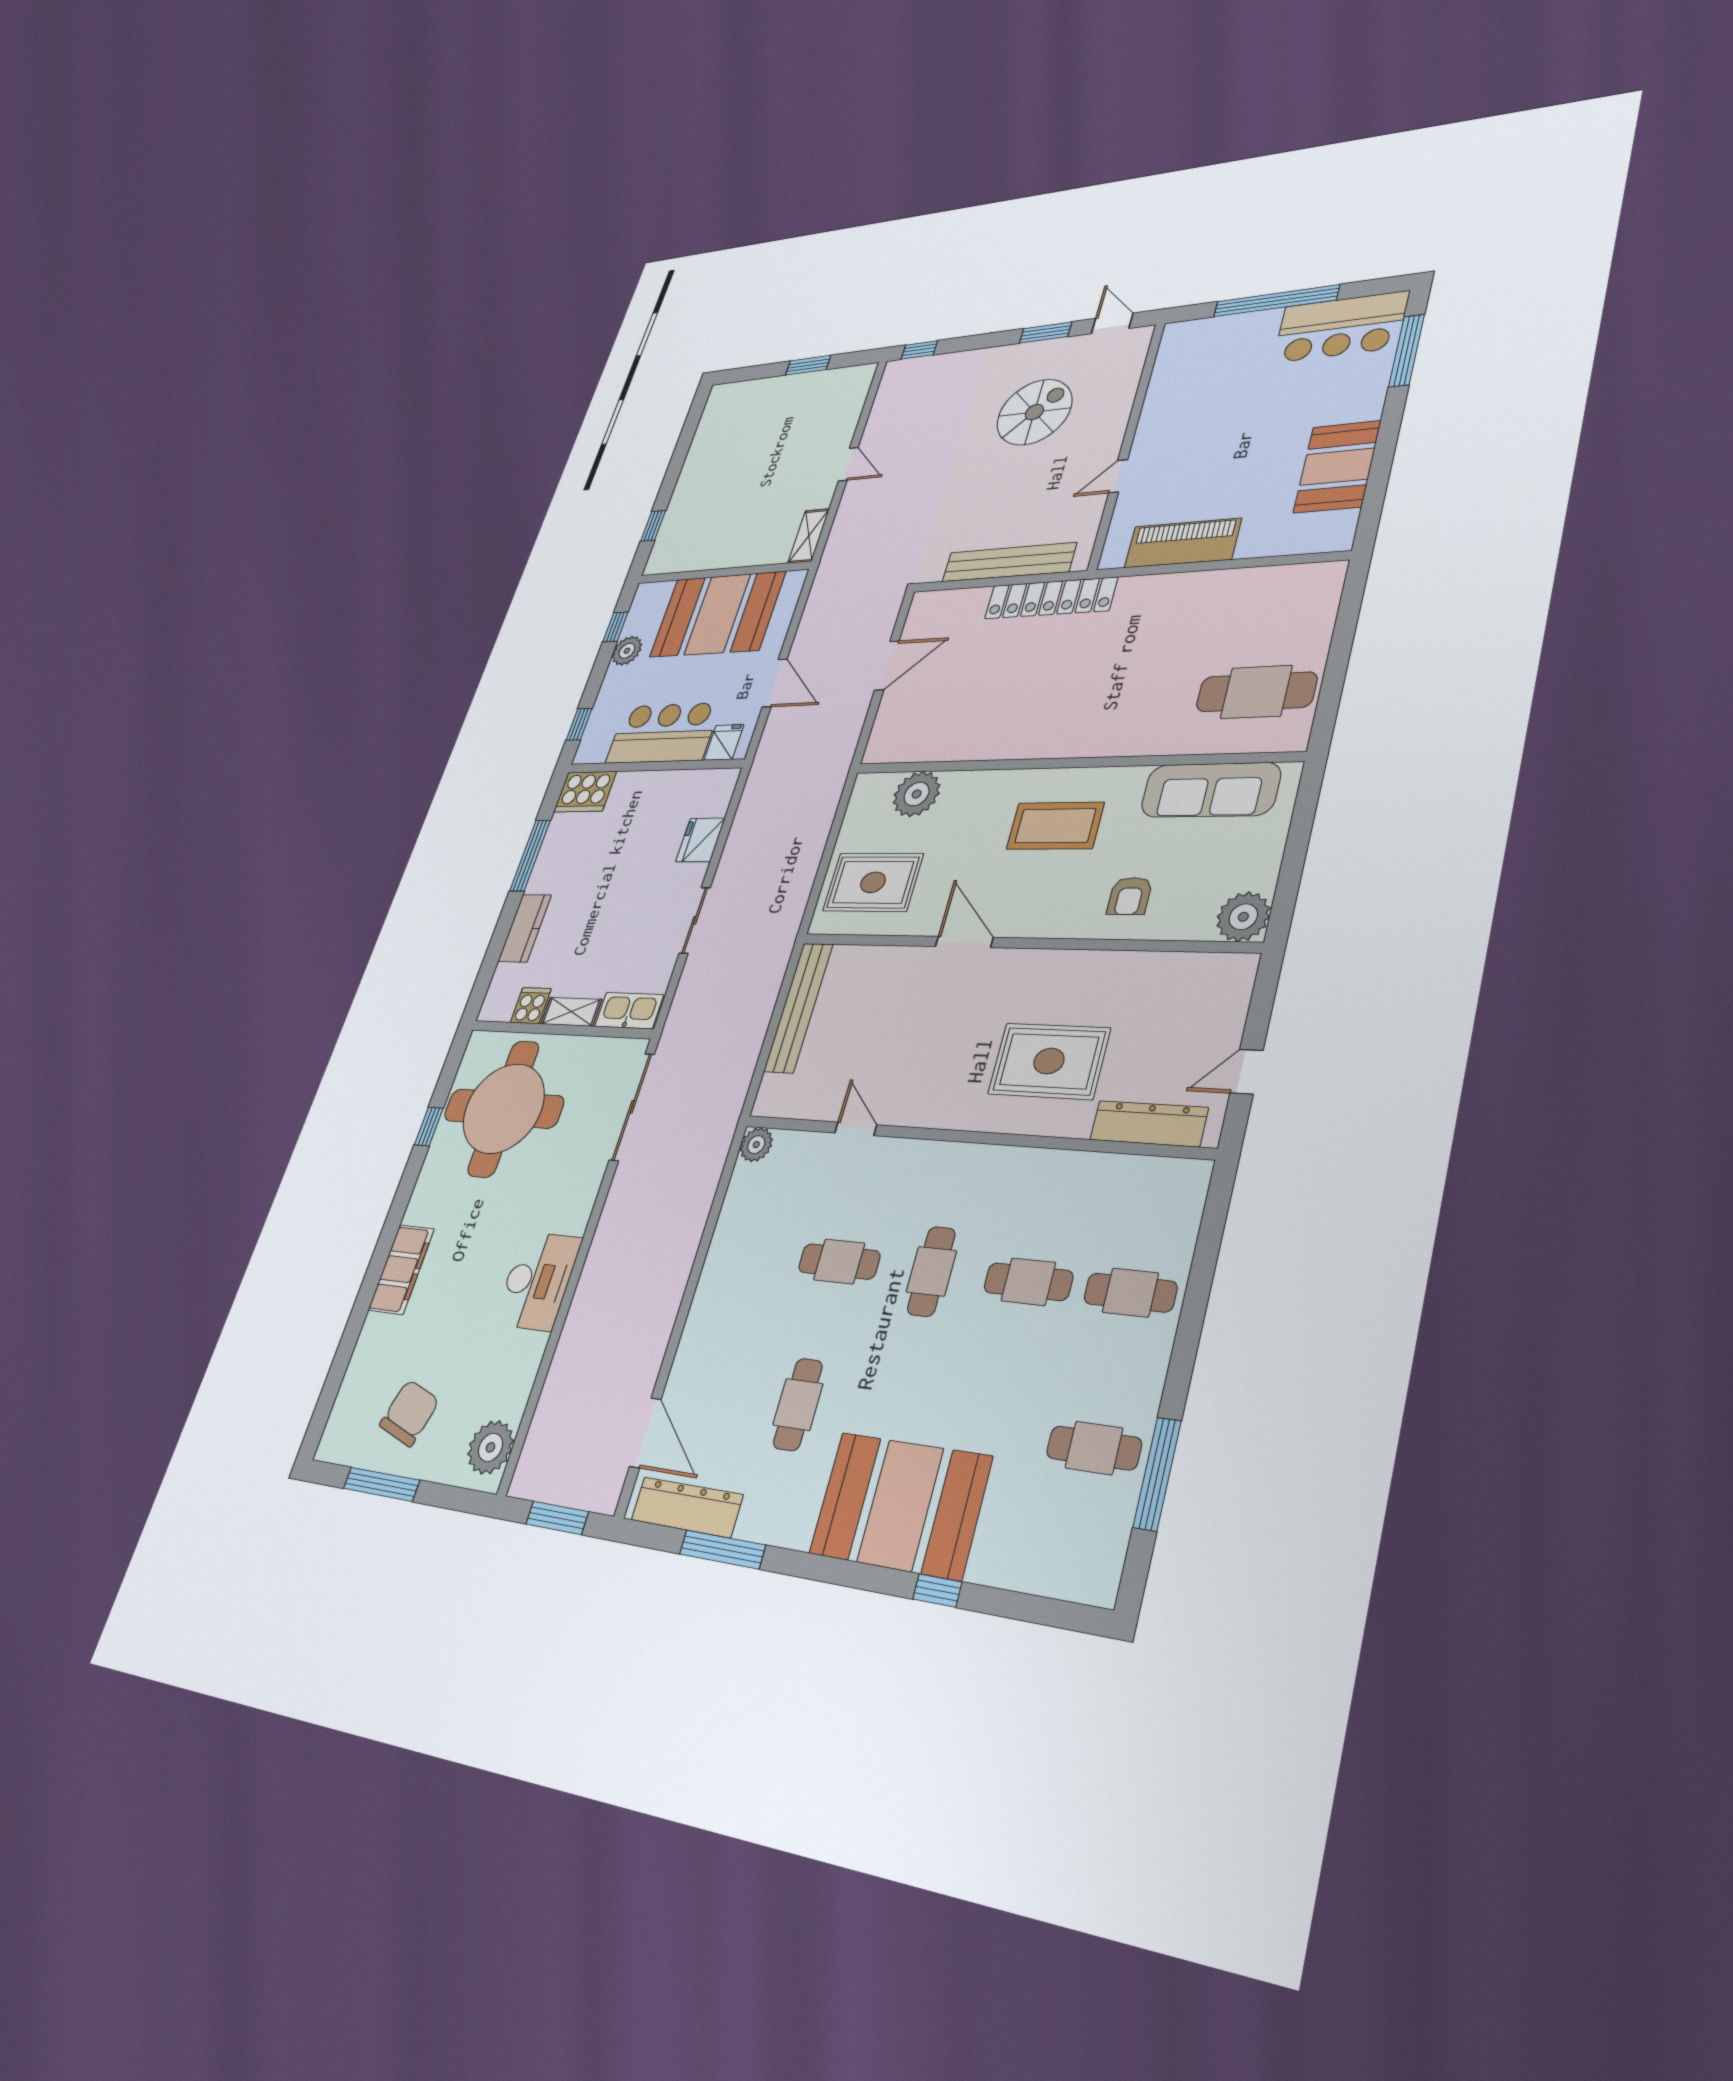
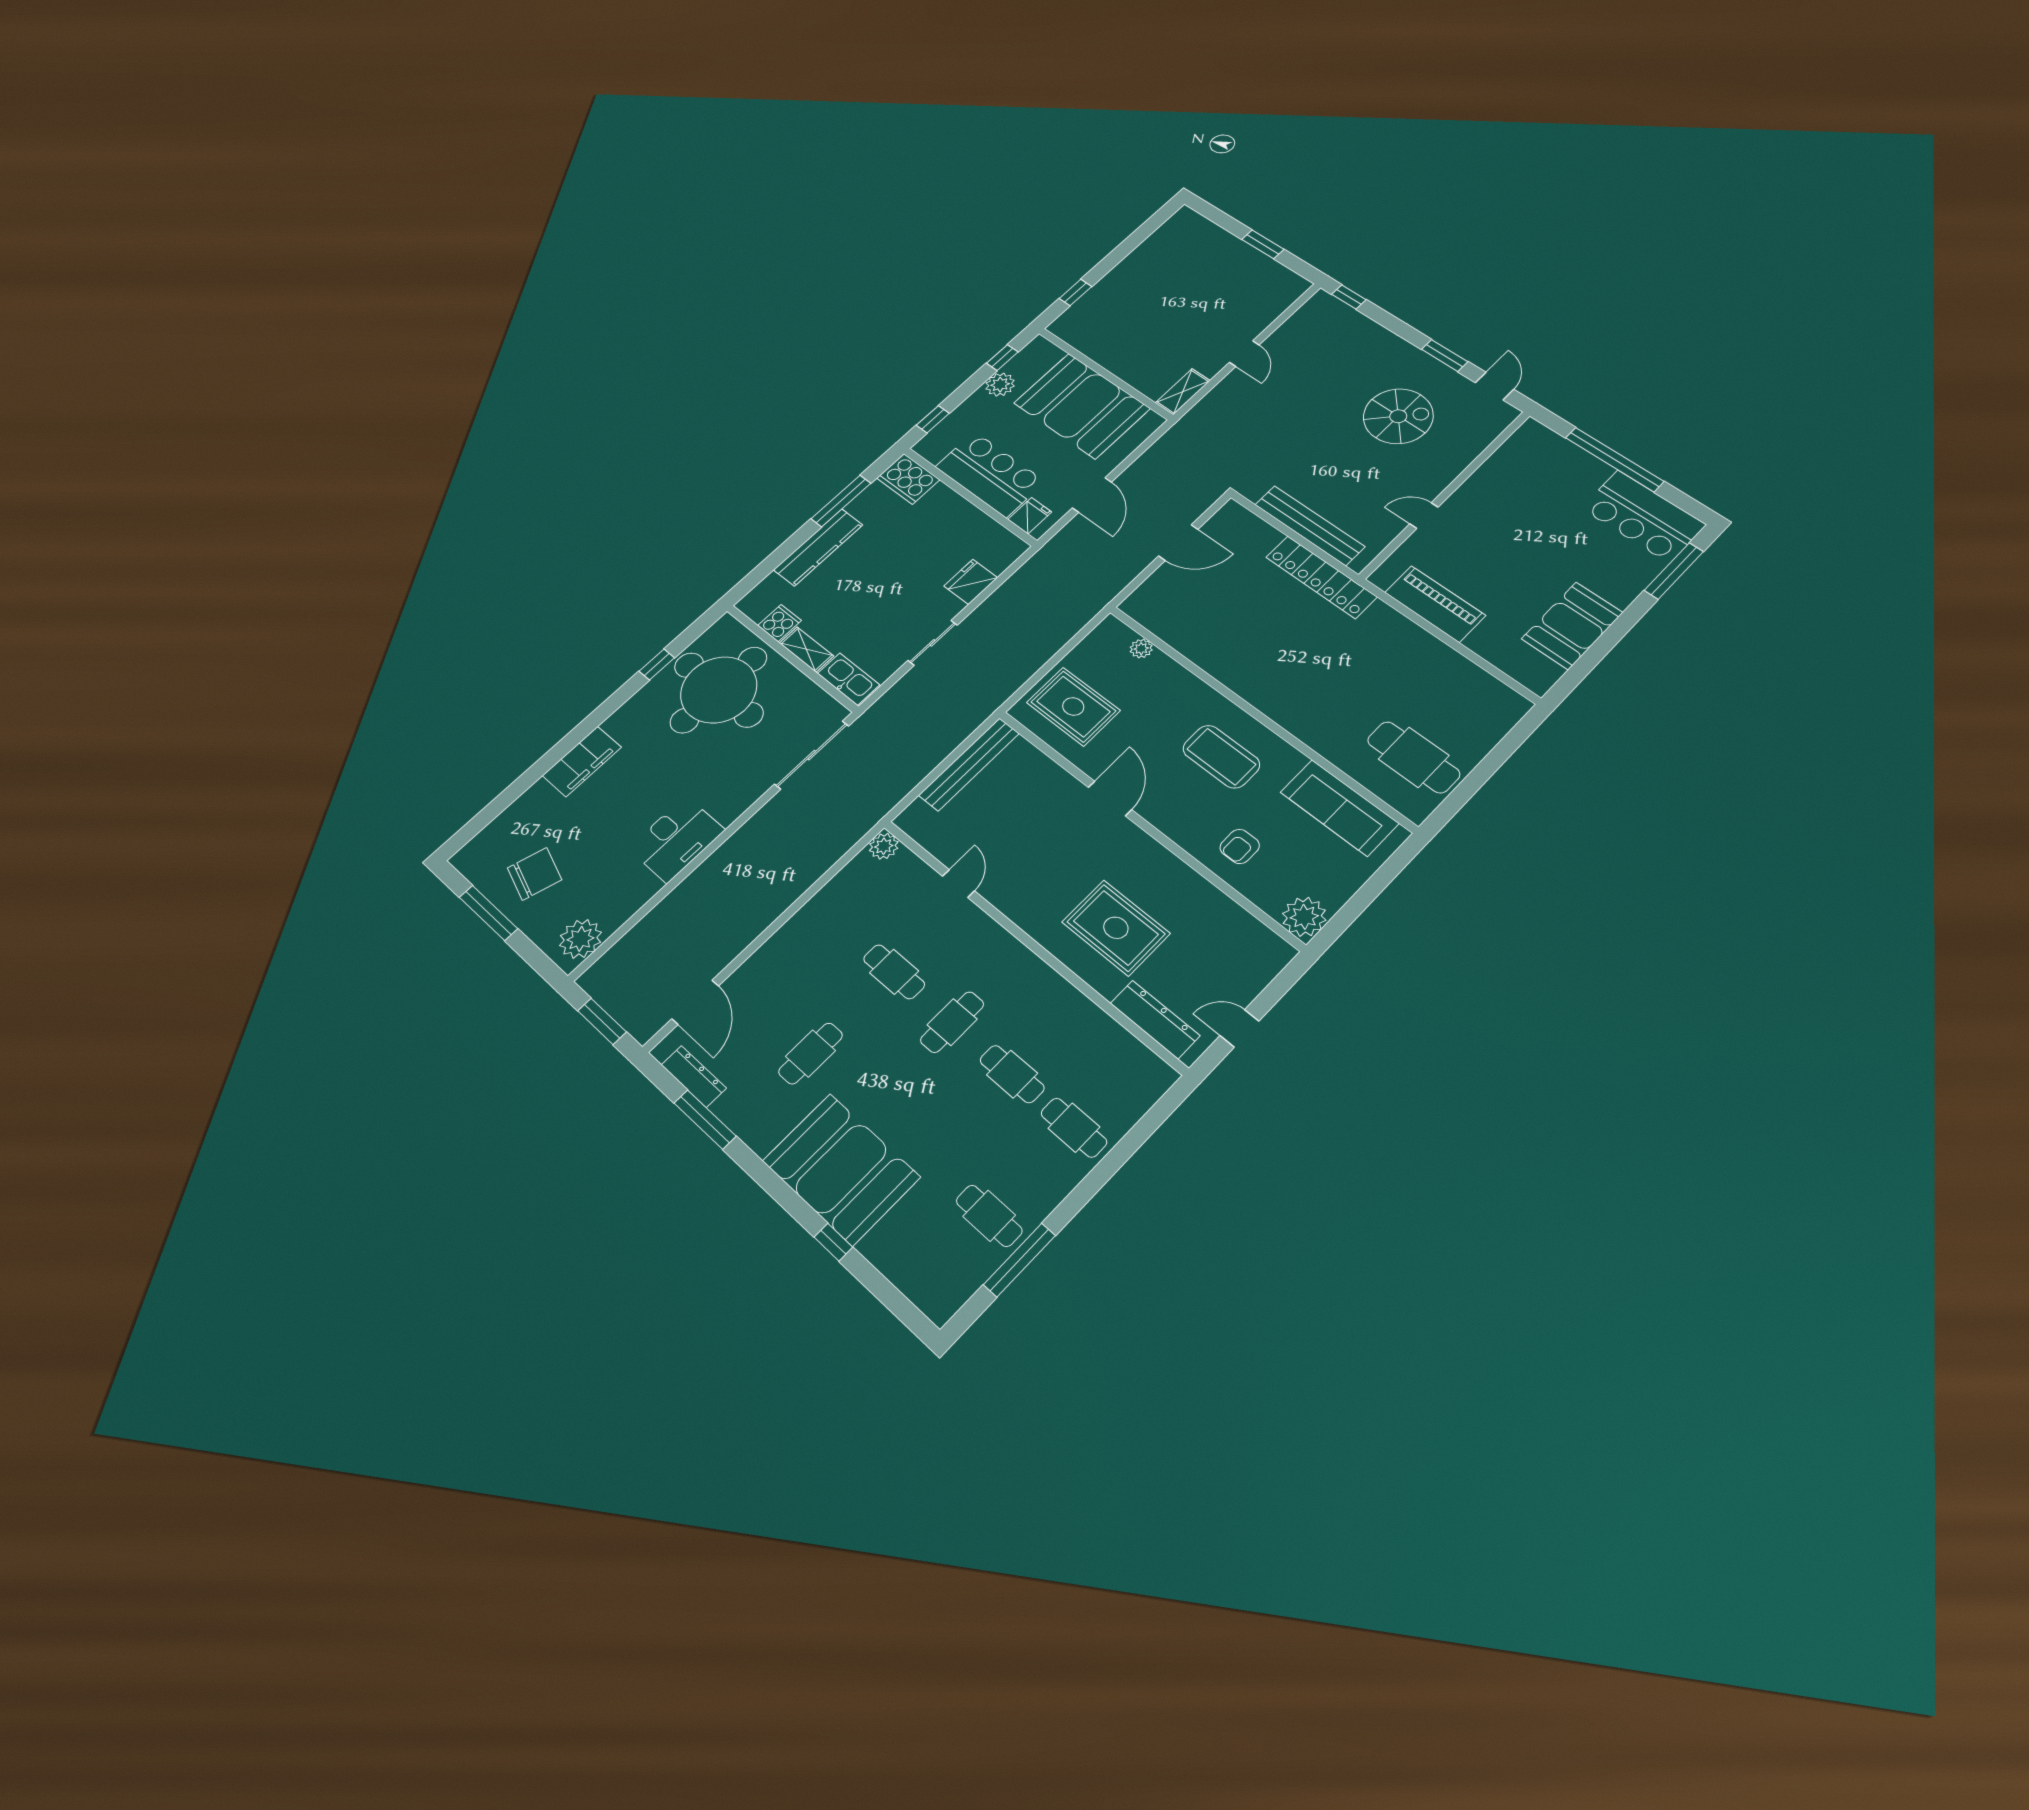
plant: (917, 794) -> (1141, 649), width x0.53, depth x0.53
kitchen counter: (525, 928) -> (818, 547), width x1.50
dresser: (687, 1507) -> (694, 1076), width x0.73, depth x0.80

